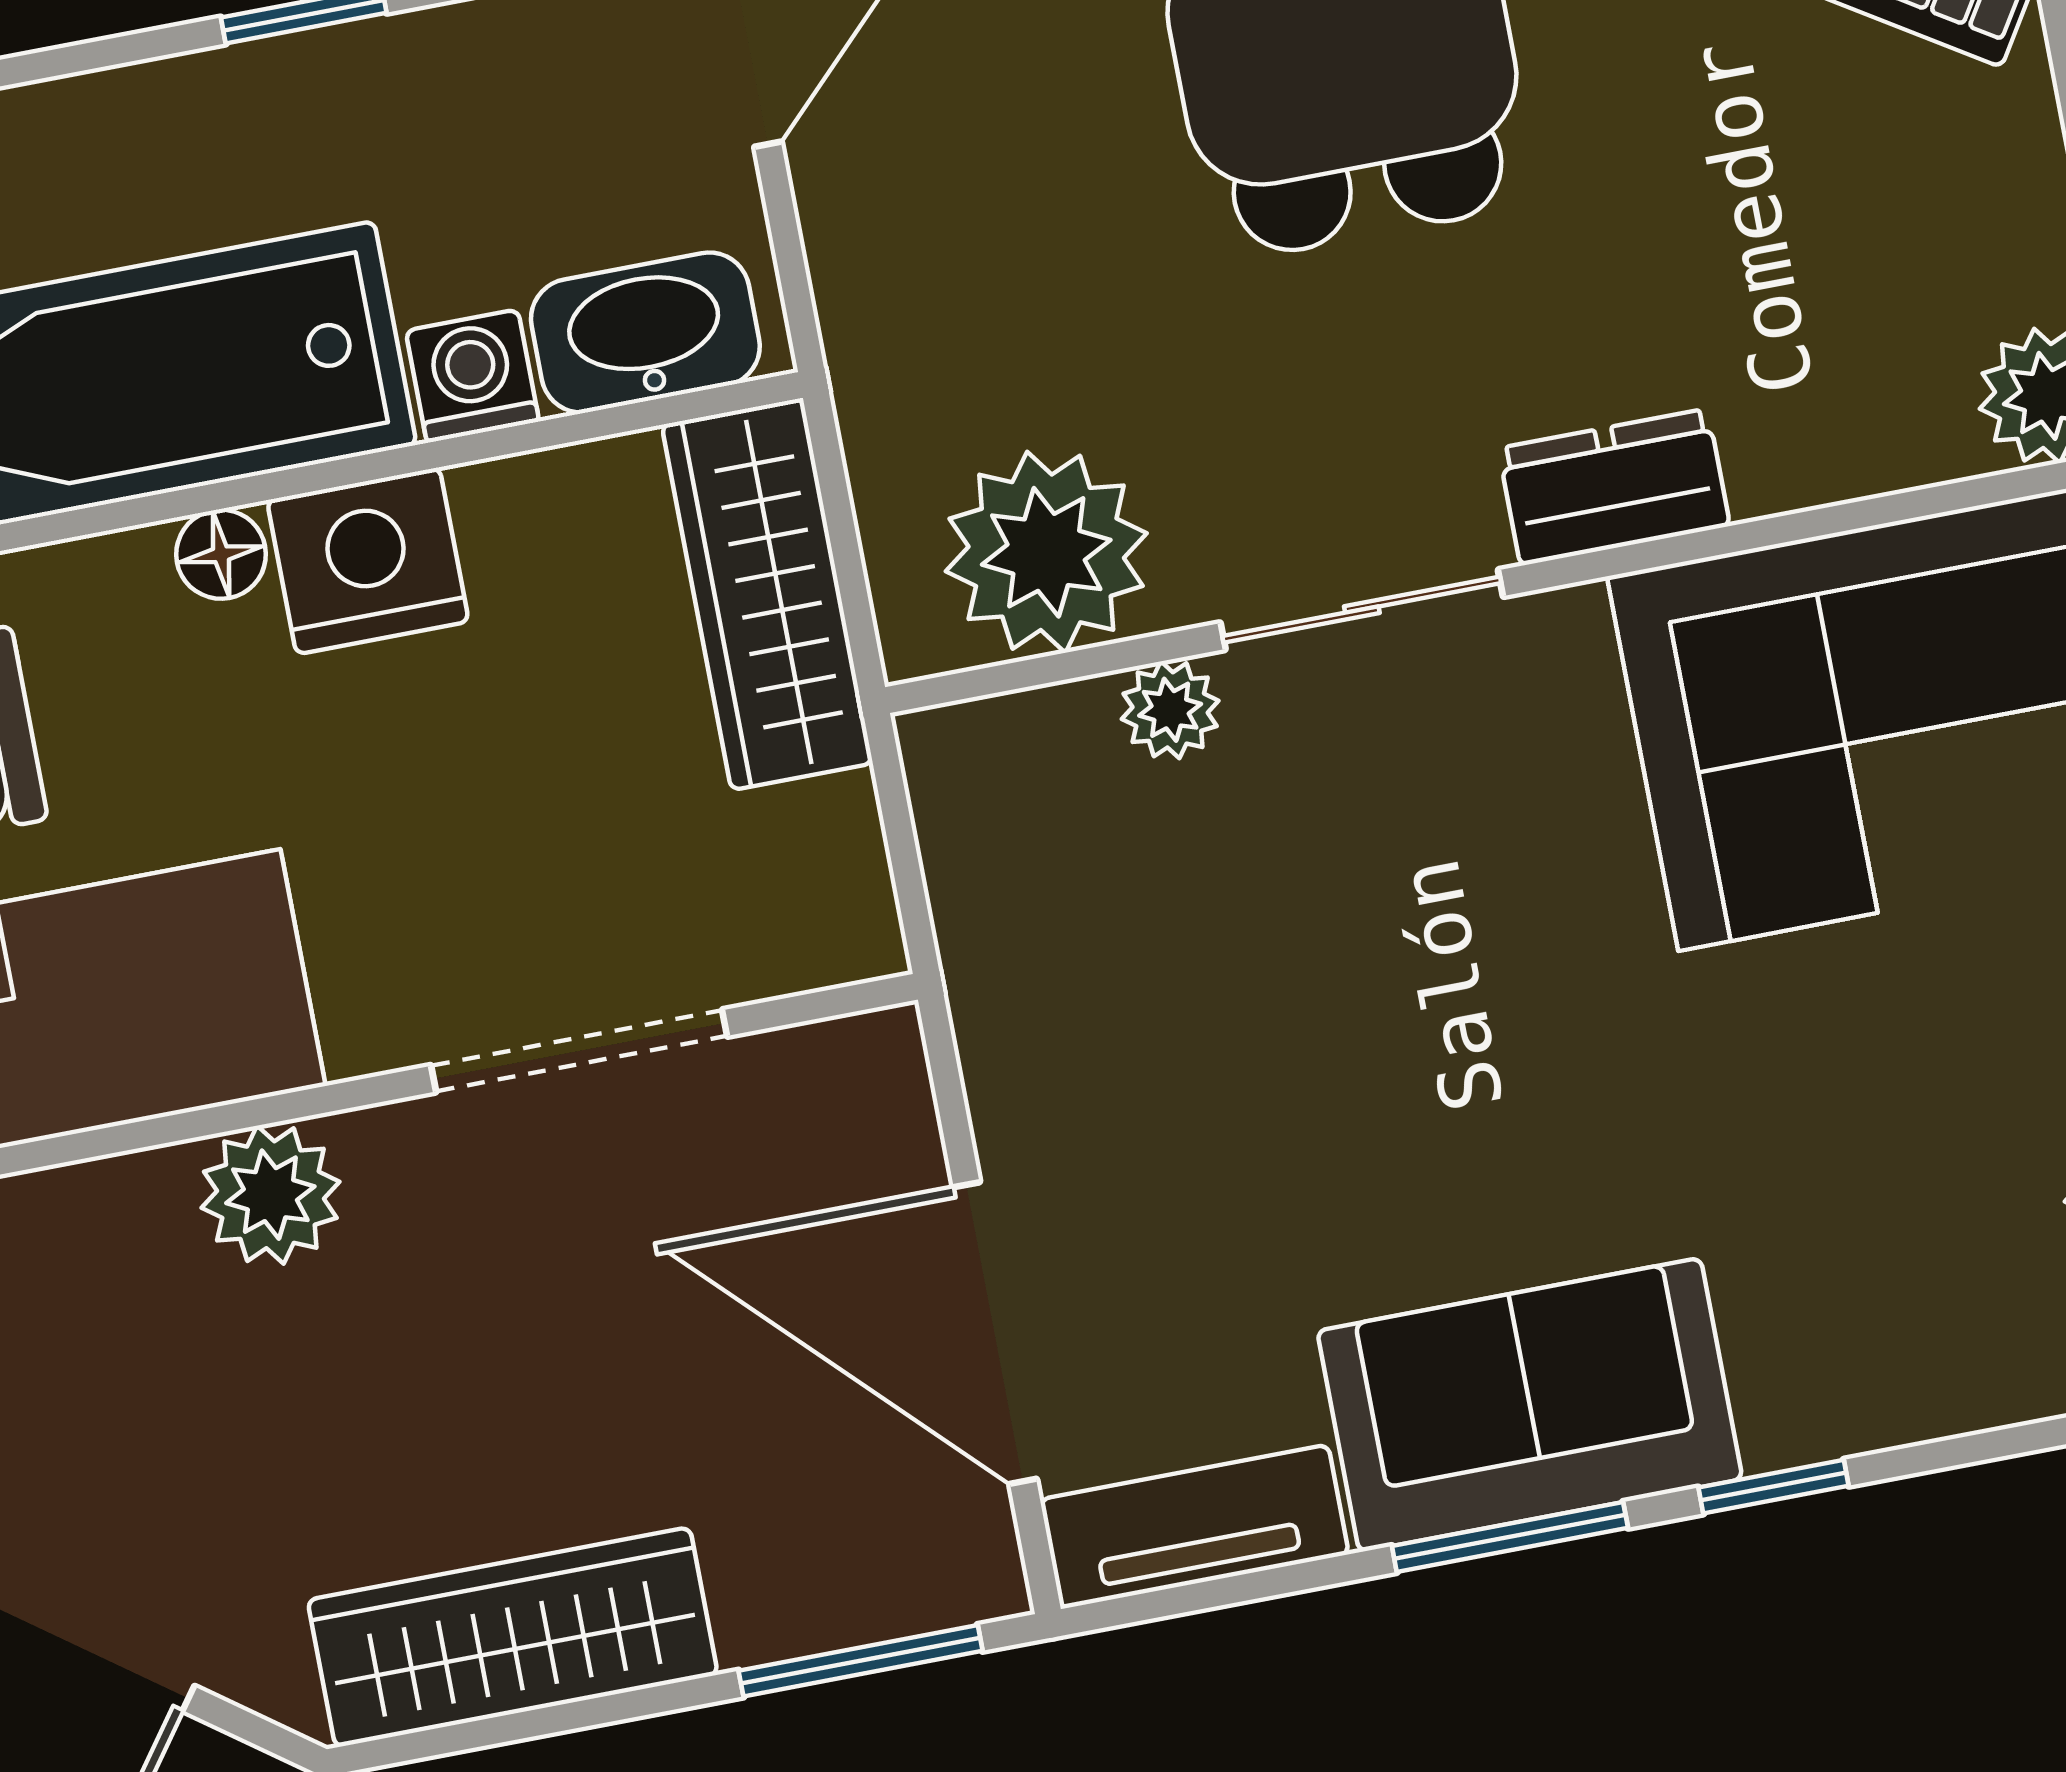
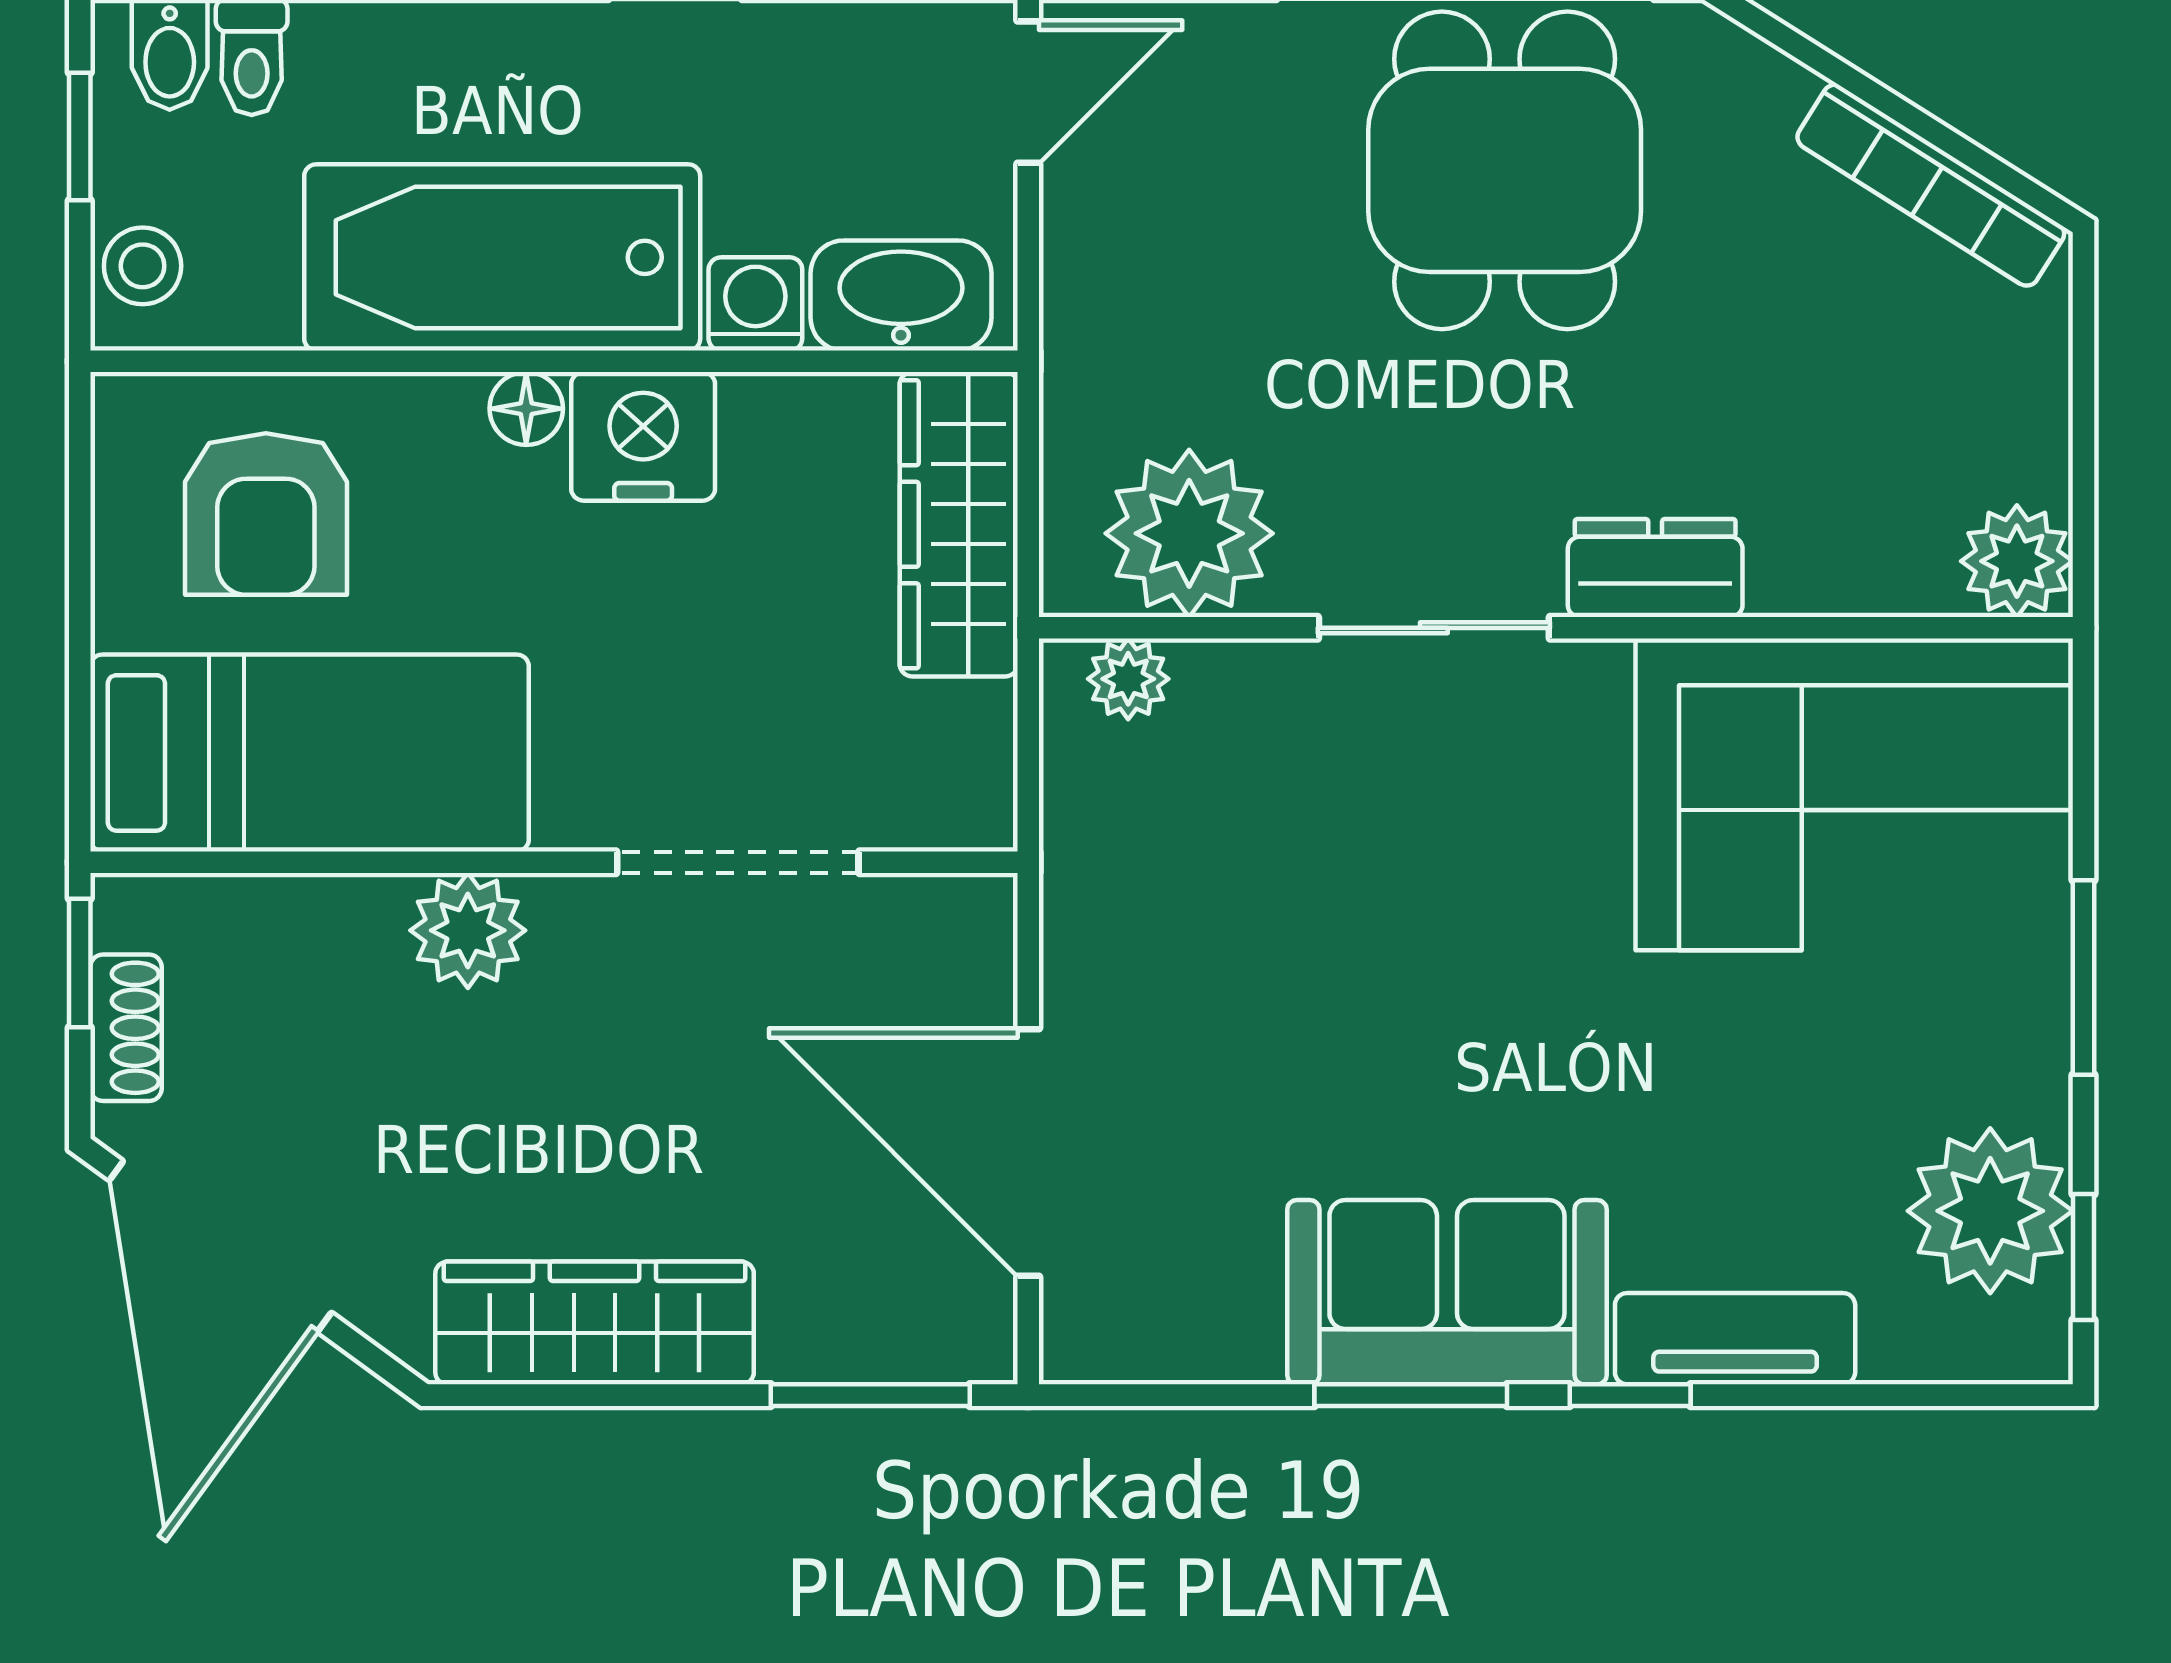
plant: (1170, 710) -> (1128, 679), moved
tv unit: (1194, 1527) -> (1735, 1339), moved

